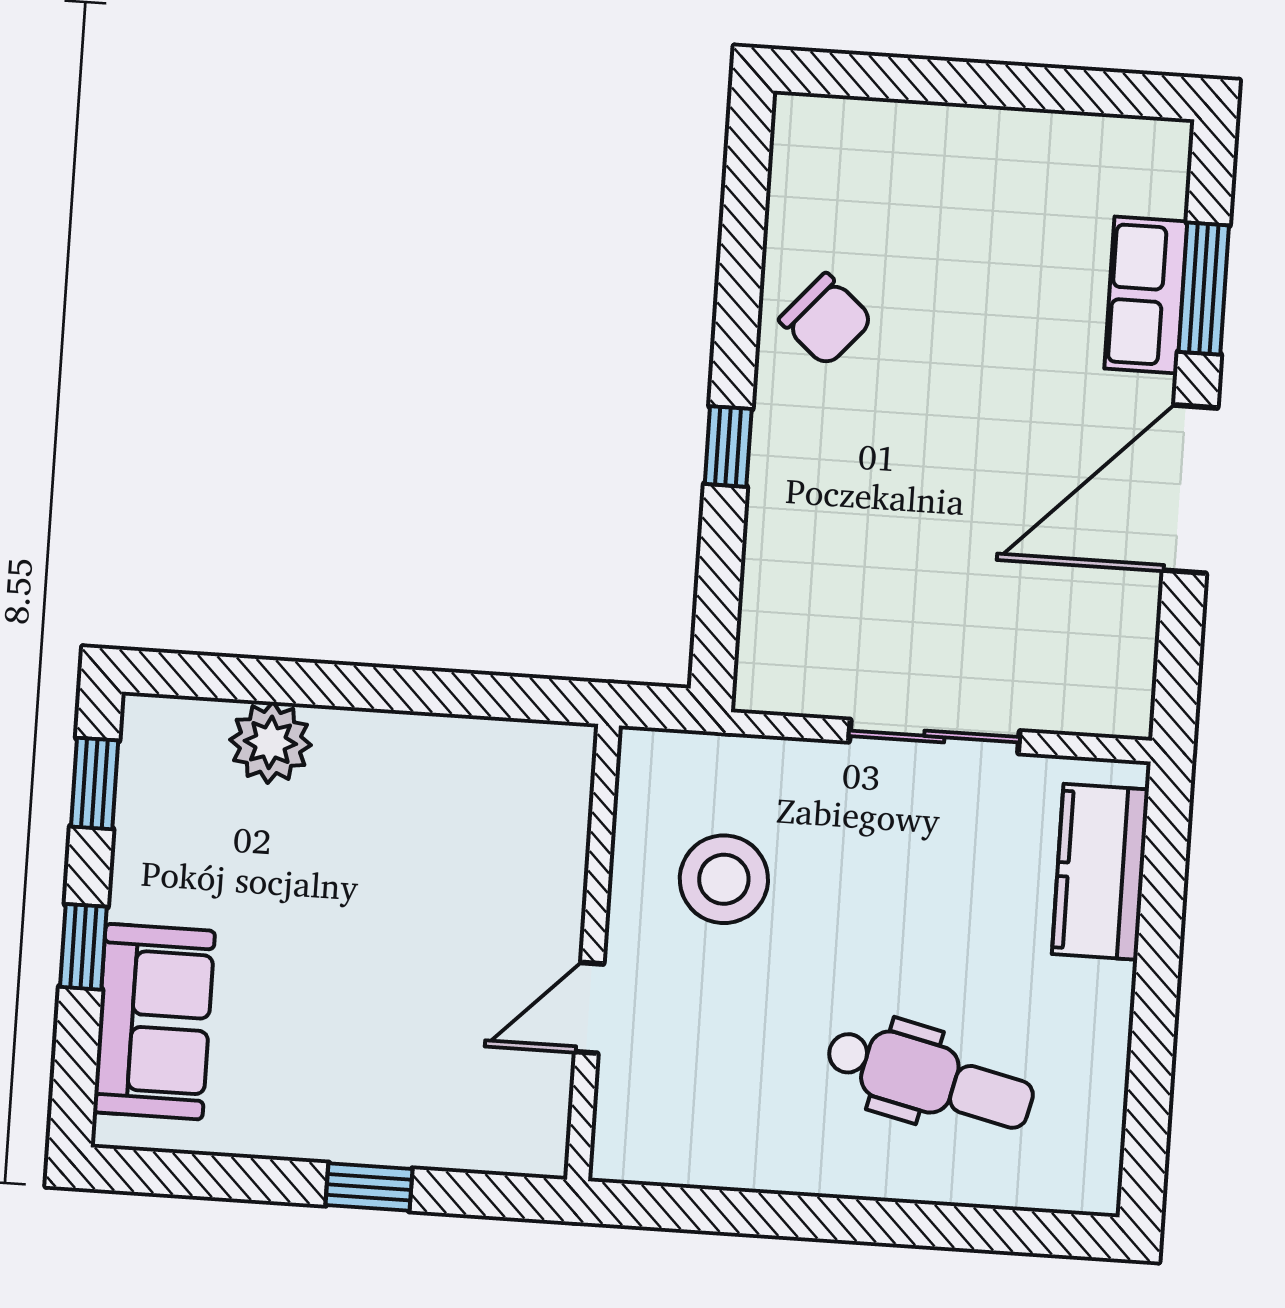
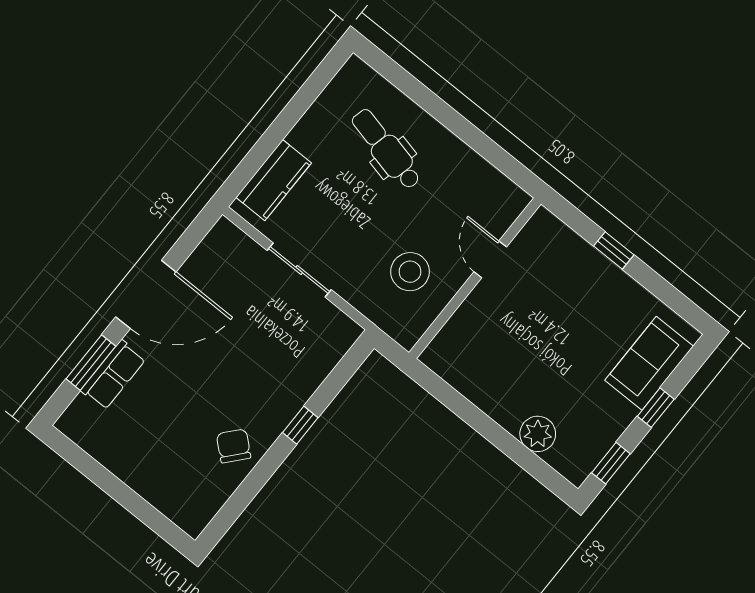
door: (589, 1008) -> (490, 259), swing flipped

